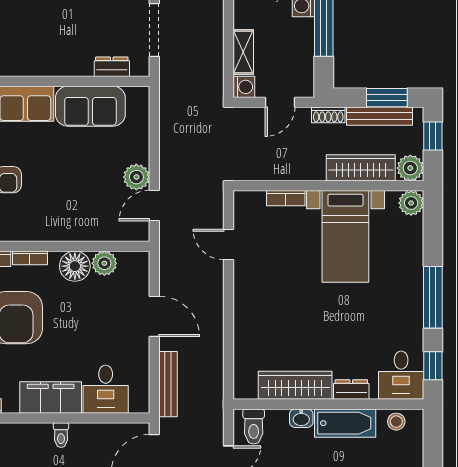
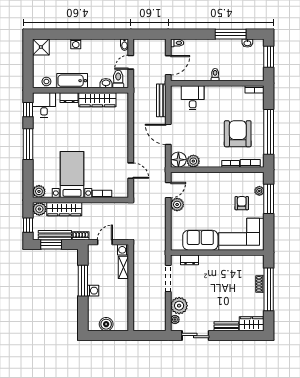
floor lamp: (75, 266) -> (178, 160), moved
filing cabinet: (51, 398) -> (220, 94), removed
washbasin: (301, 418) -> (106, 83), moved

